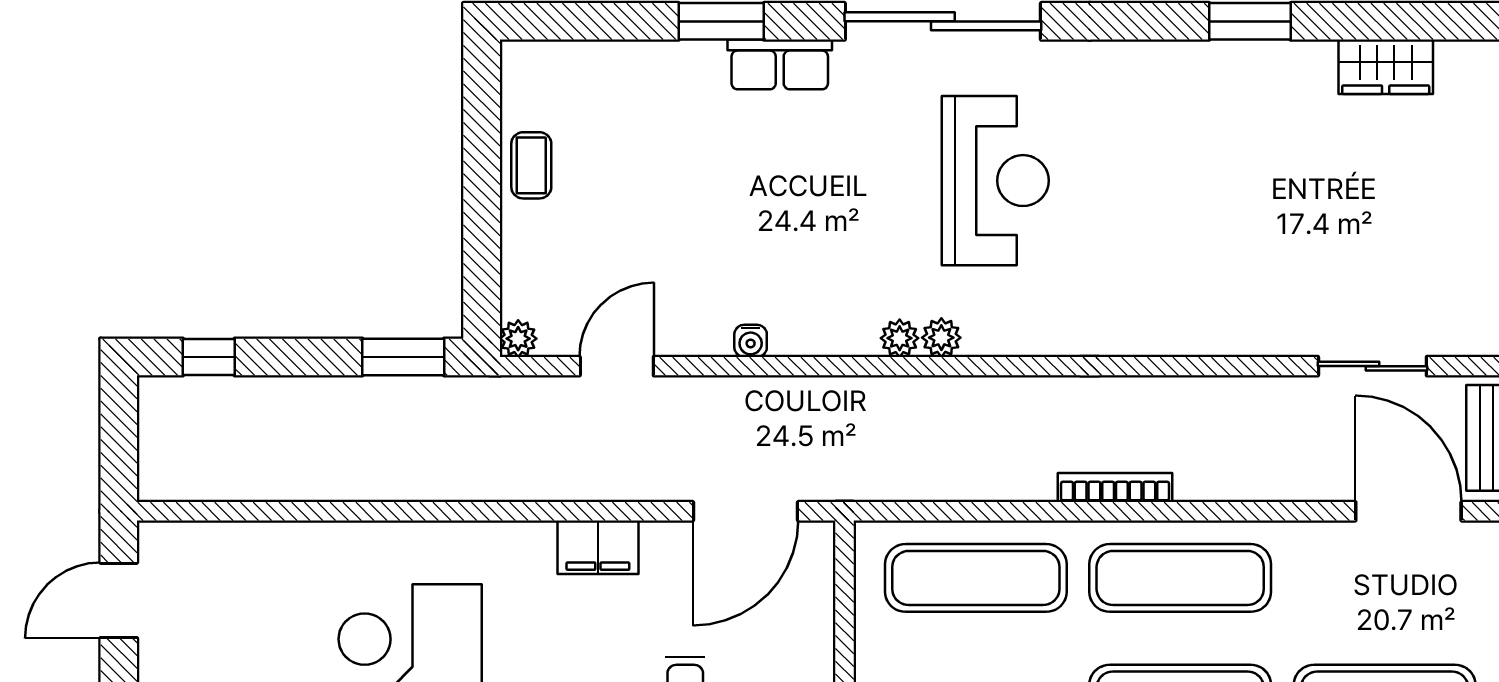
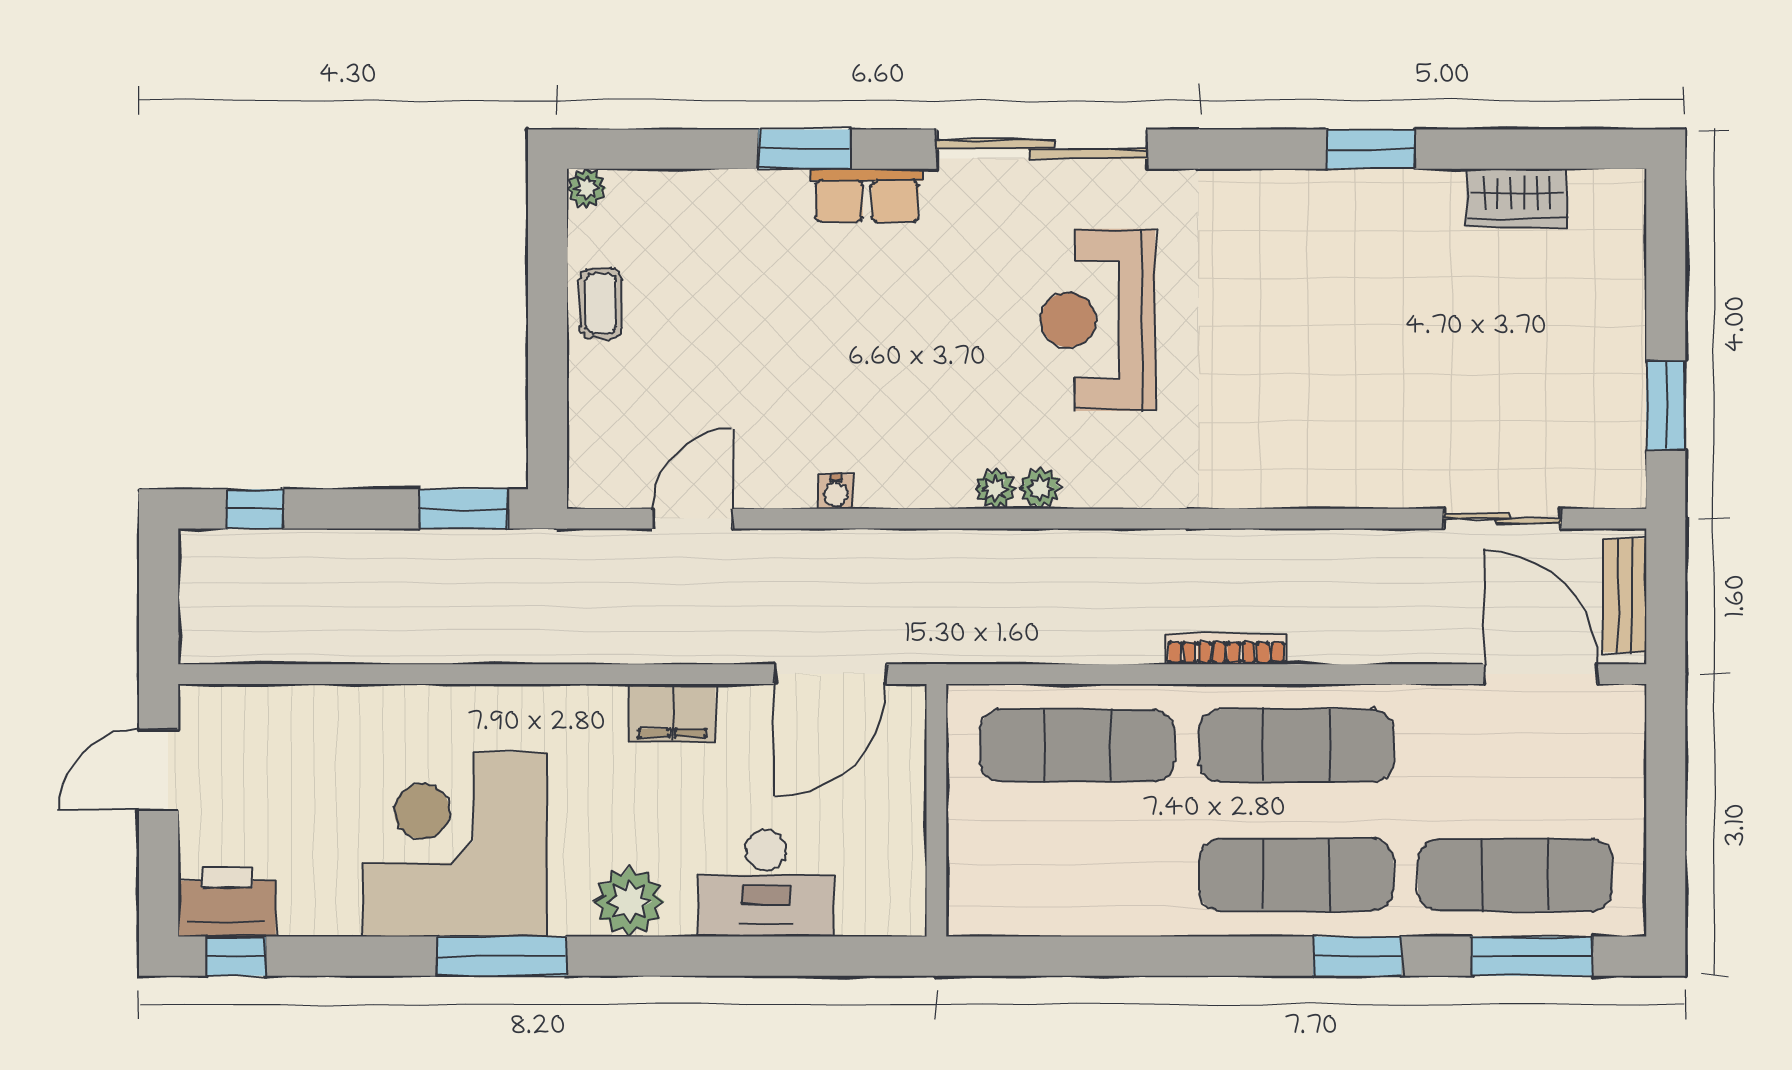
reception desk: (995, 181) -> (1098, 320), turned 180
plant: (518, 339) -> (587, 188), moved

